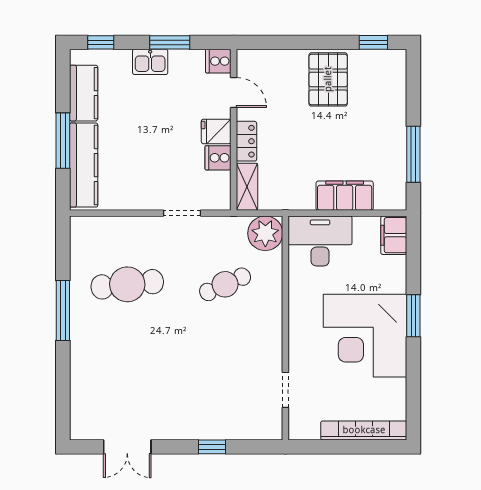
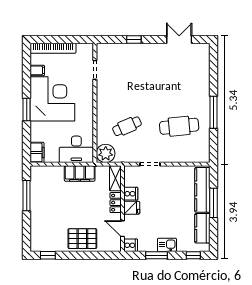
pallet: (328, 79) -> (82, 239), moved, turned 90
filing cabinet: (345, 196) -> (80, 174), moved
filing cabinet: (393, 389) -> (37, 70), added

